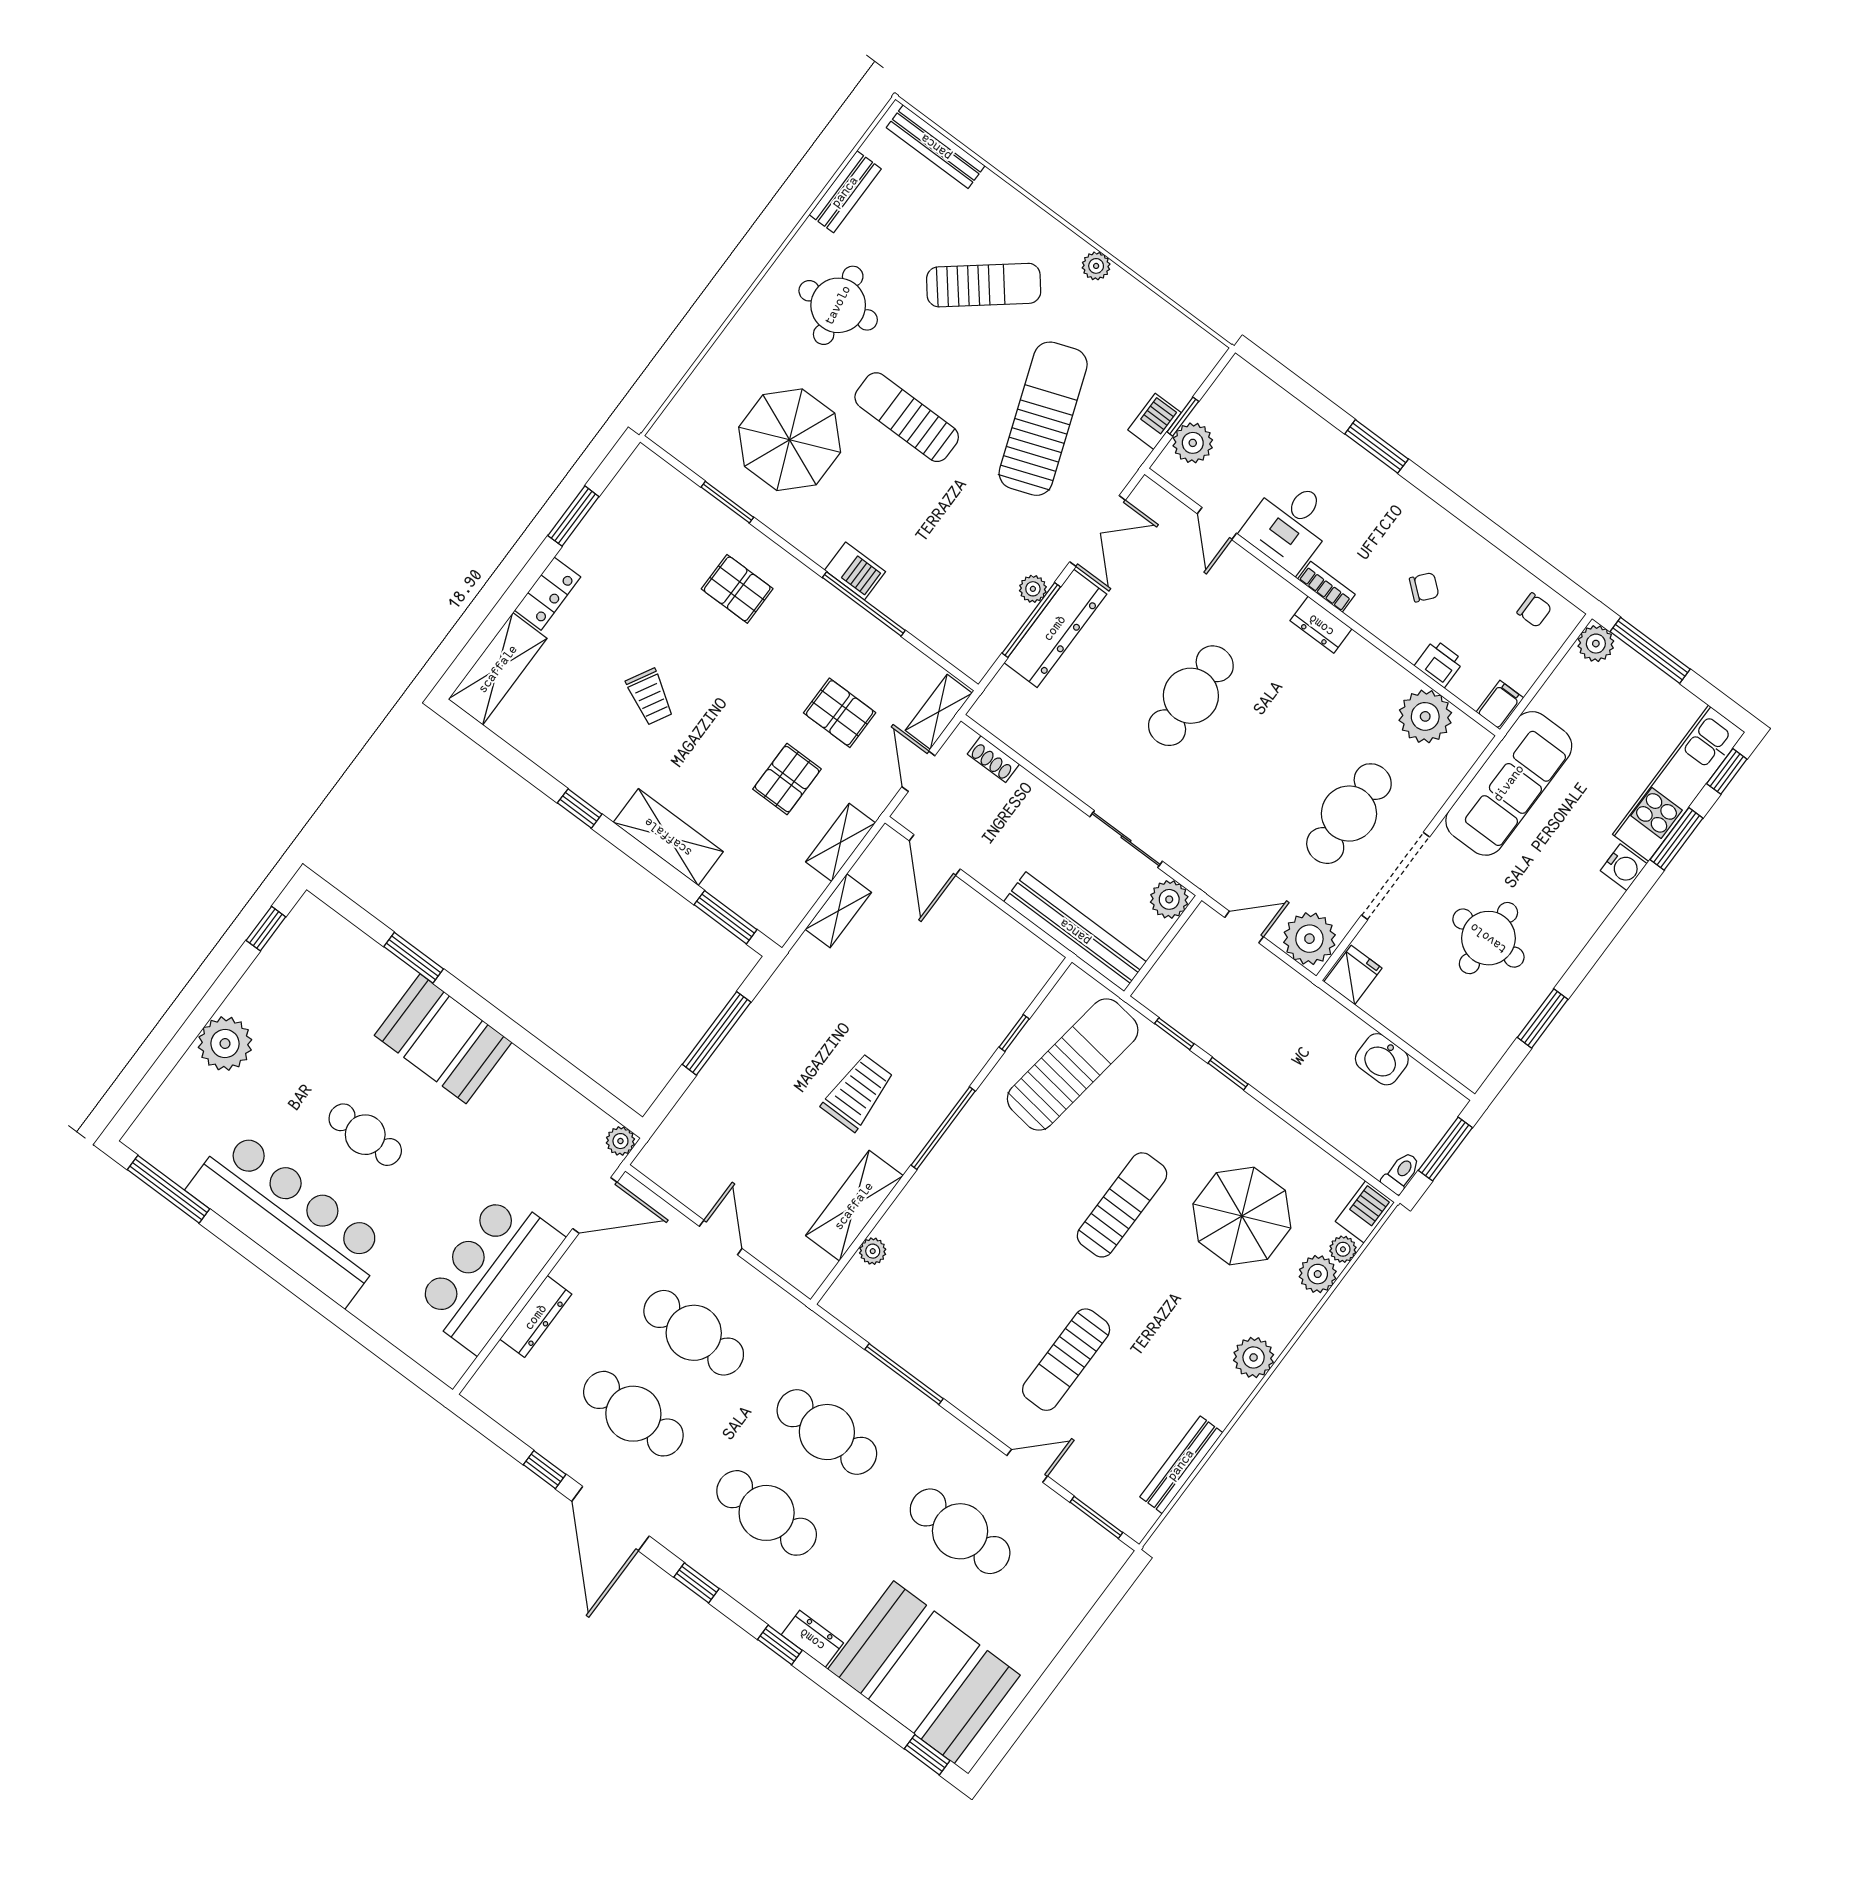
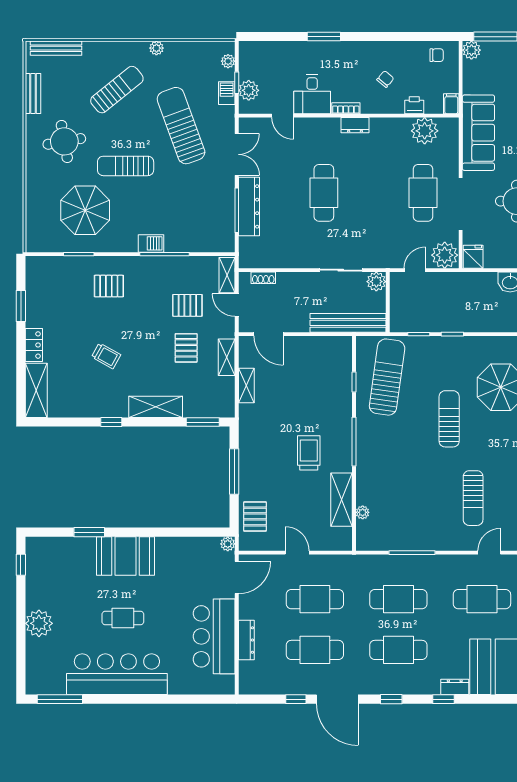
plant: (1033, 589) -> (228, 61), moved
pallet: (696, 1130) -> (255, 516), added

